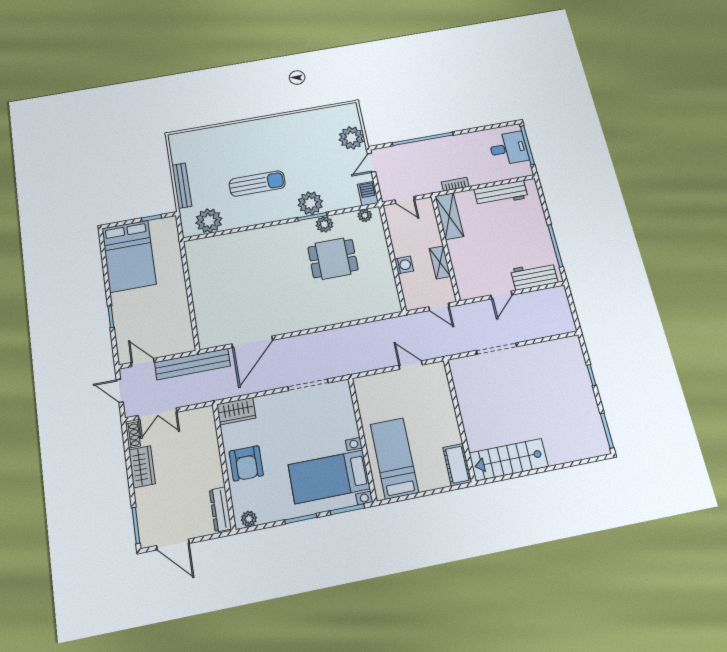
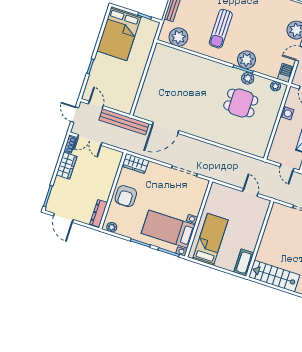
sun lounger: (257, 184) -> (221, 29), turned 90
washing machine: (404, 265) -> (287, 113), moved

